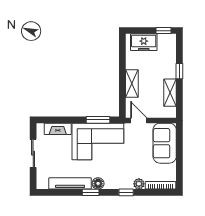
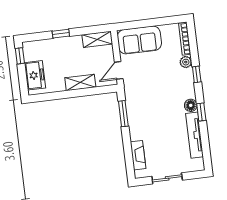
shelving: (170, 93) -> (97, 39), moved
corner sofa: (98, 141) -> (146, 111), removed

